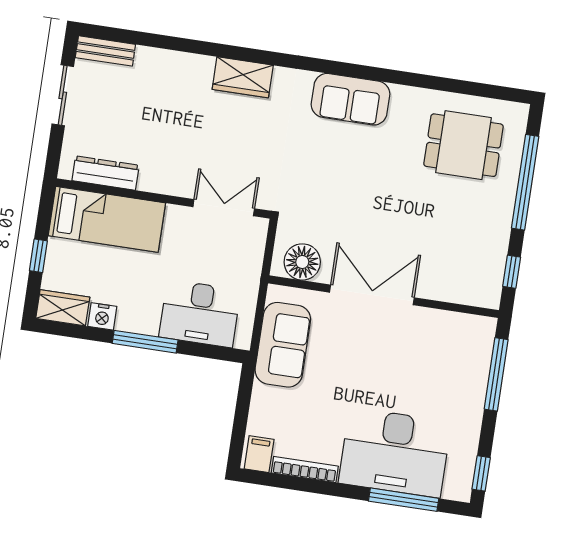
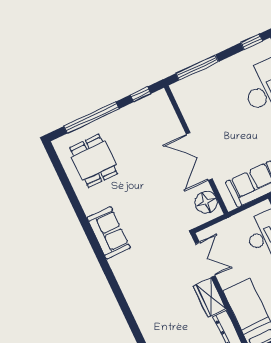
wardrobe: (243, 77) -> (209, 297), moved, turned 180
double door: (224, 208) -> (205, 260), swing flipped

